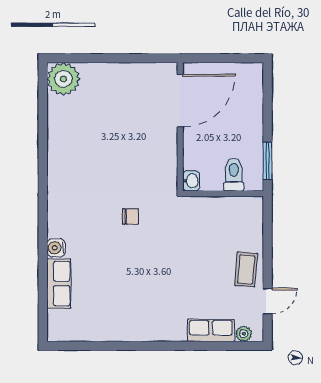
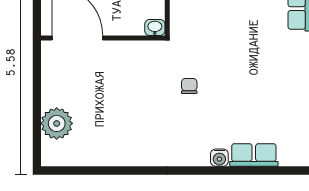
plant: (63, 79) -> (57, 123), moved

